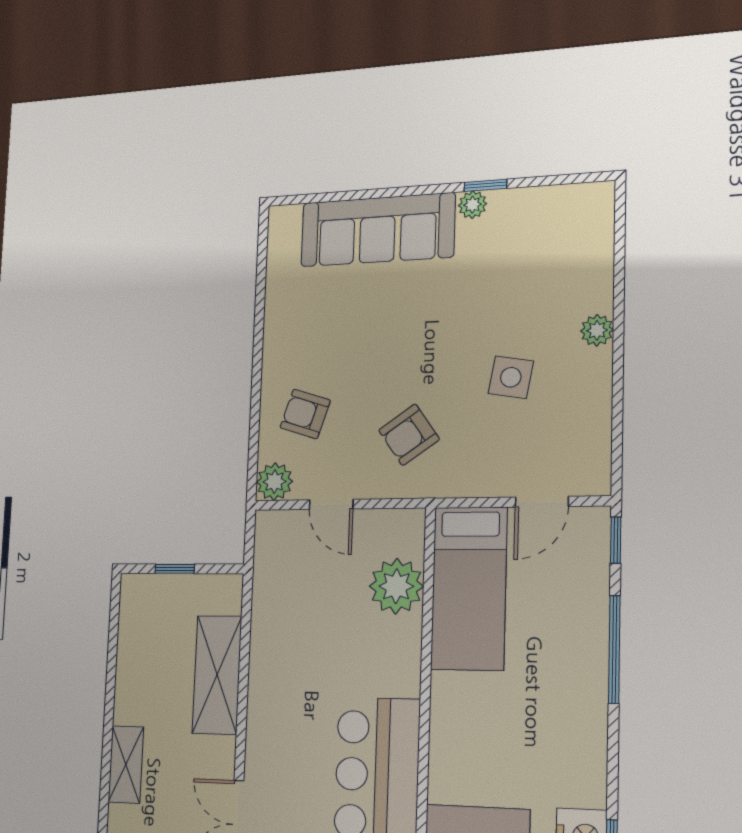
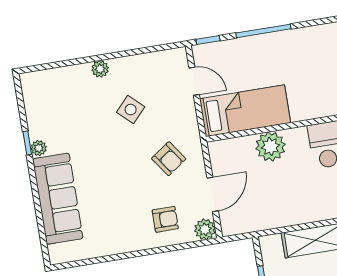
side table: (511, 377) -> (131, 110), turned 33
armchair: (305, 414) -> (165, 219), turned -108
door: (331, 504) -> (213, 194), width x1.38
plant: (396, 586) -> (270, 146), moved

